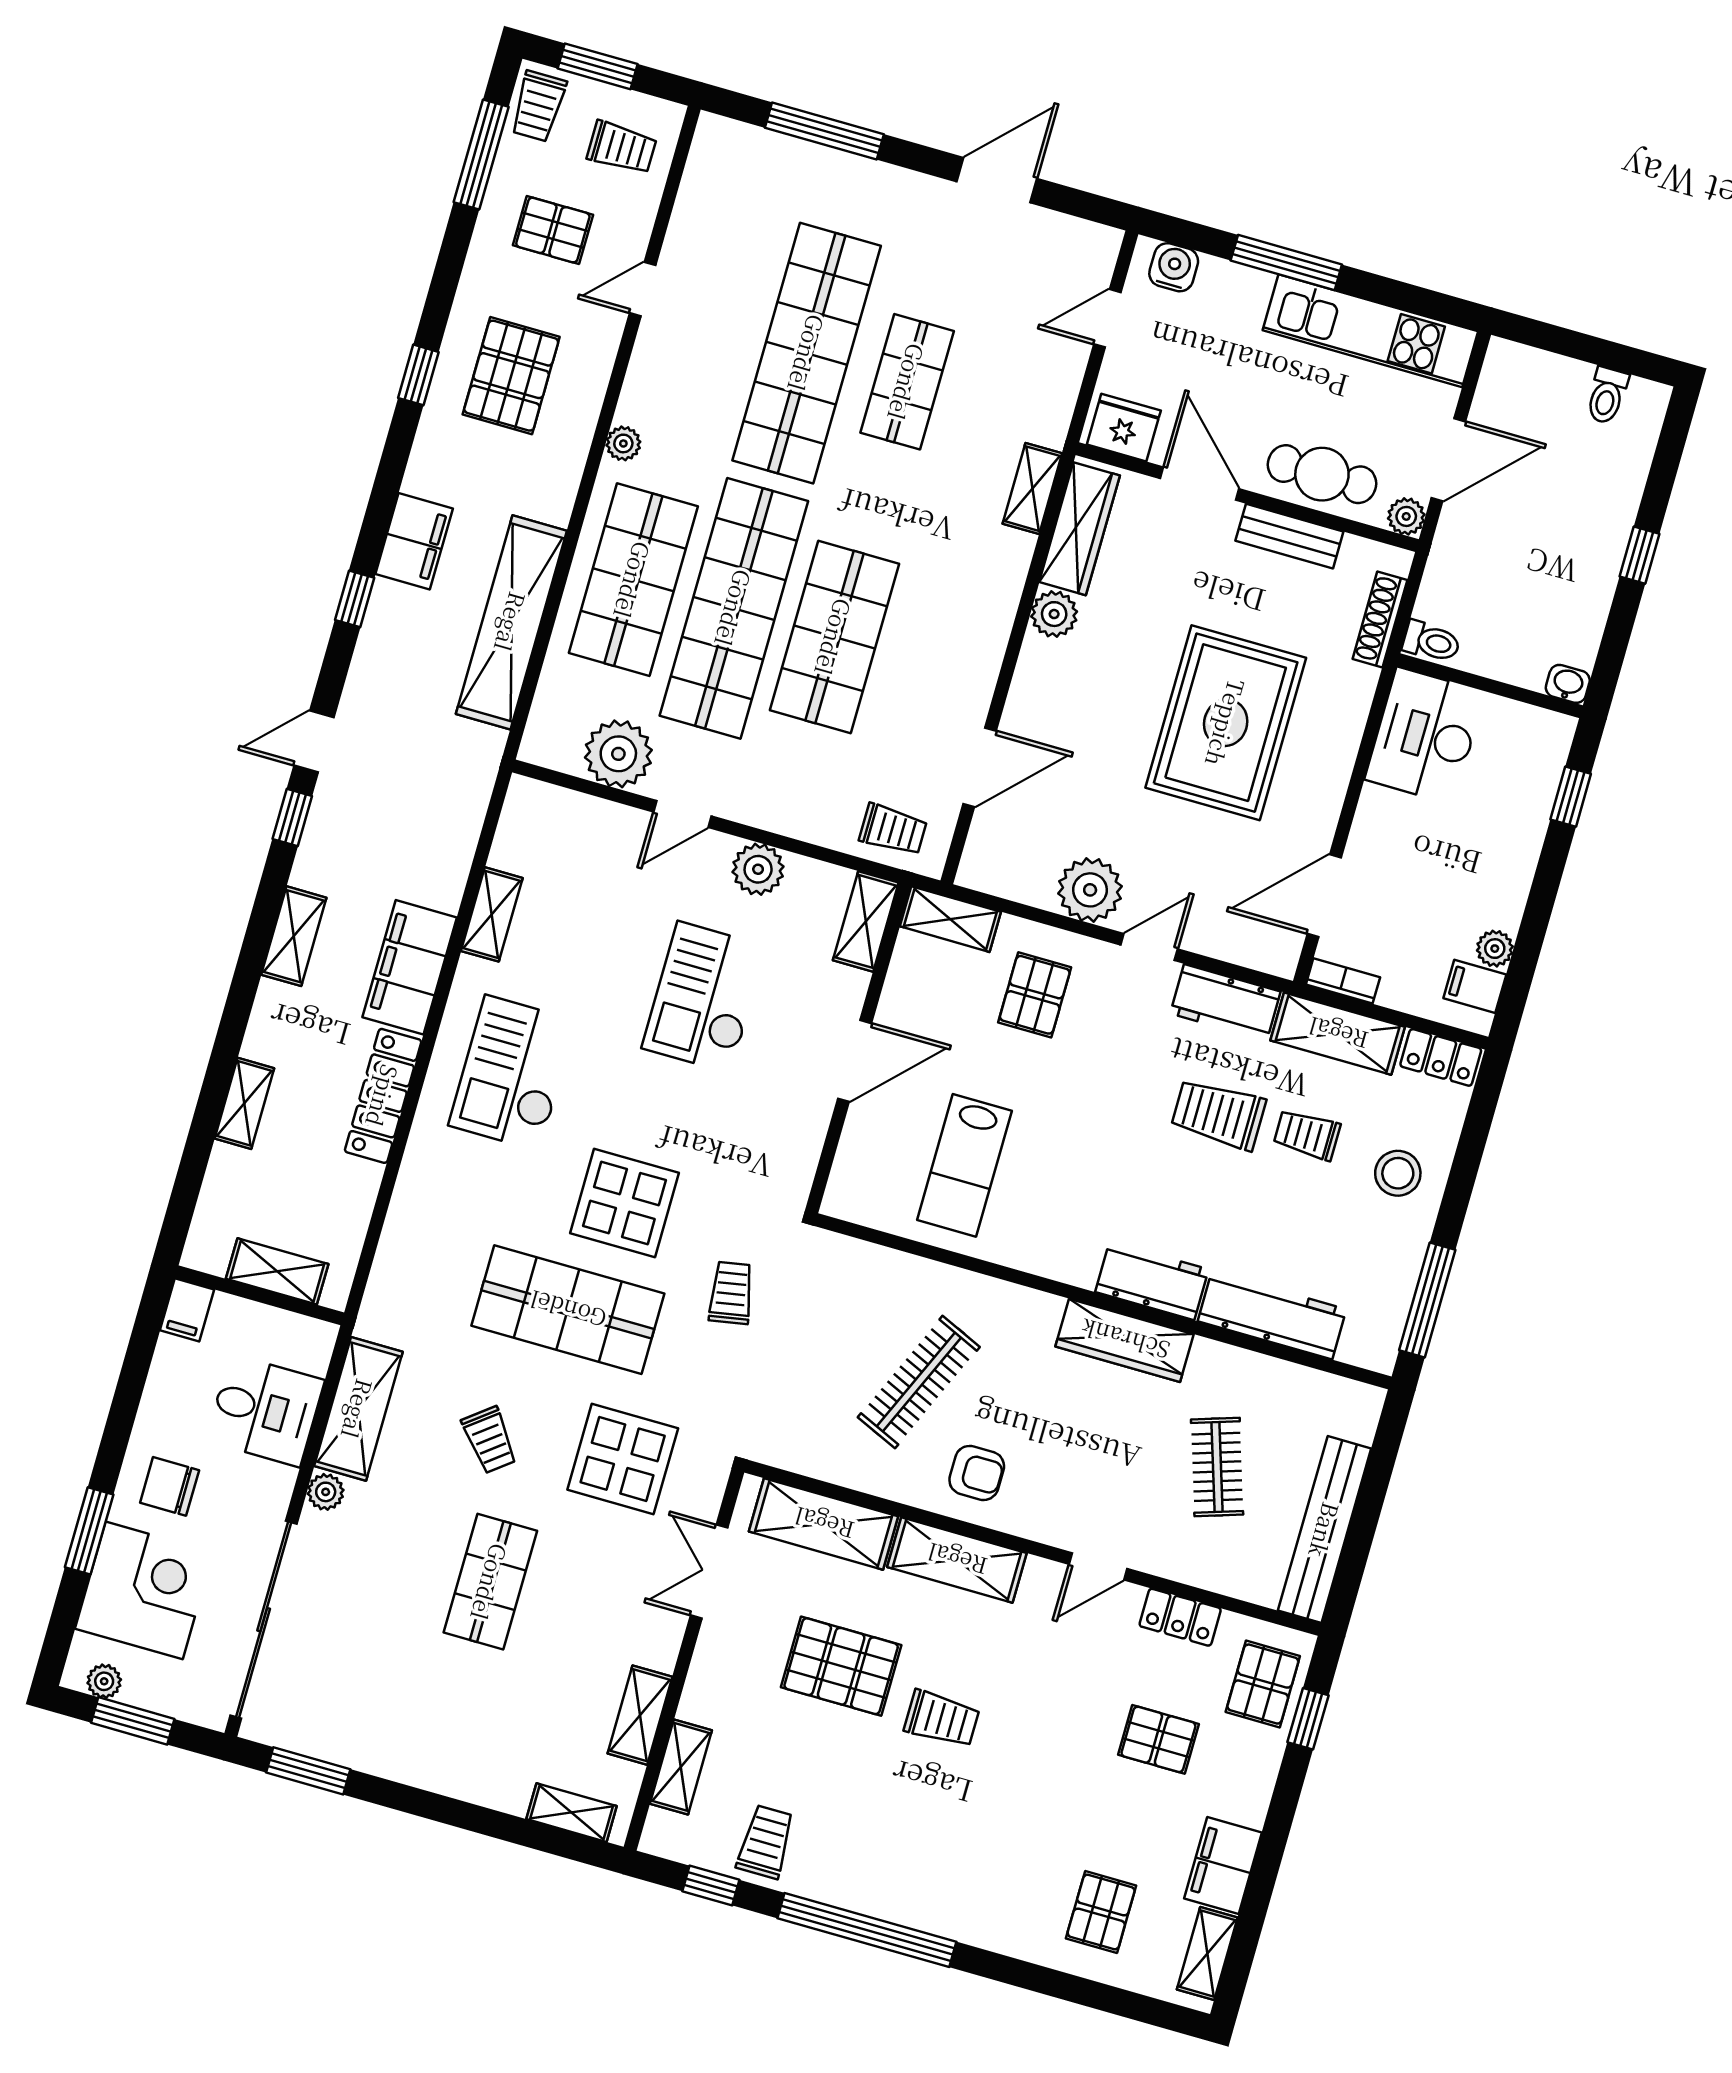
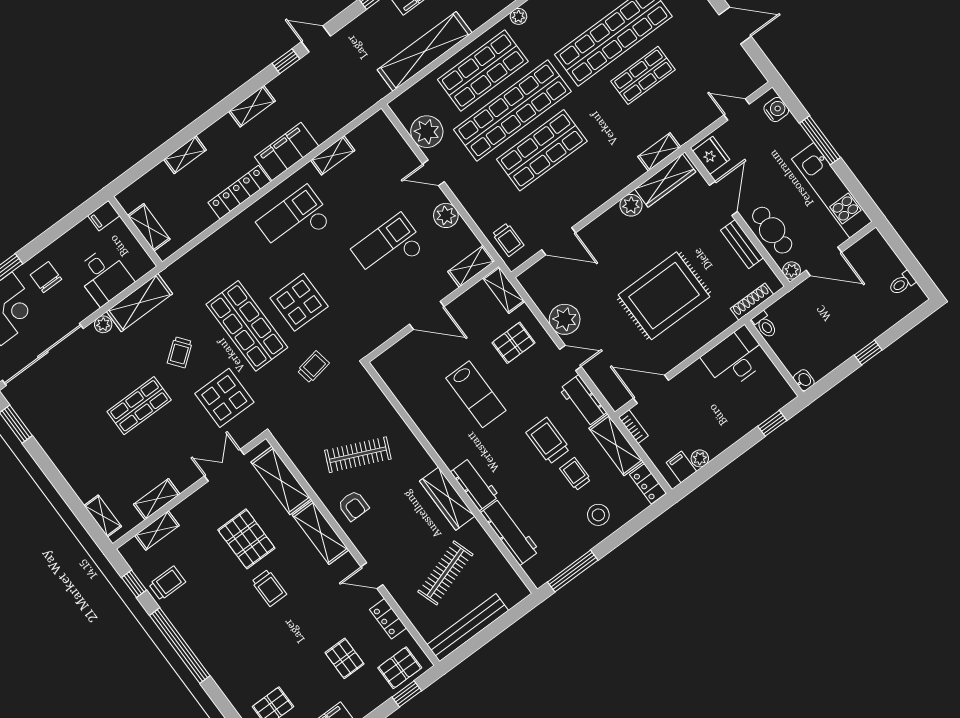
lab bench: (964, 1165) -> (476, 394), moved, turned -90
clothes rail: (1217, 1467) -> (445, 573), width x1.36

